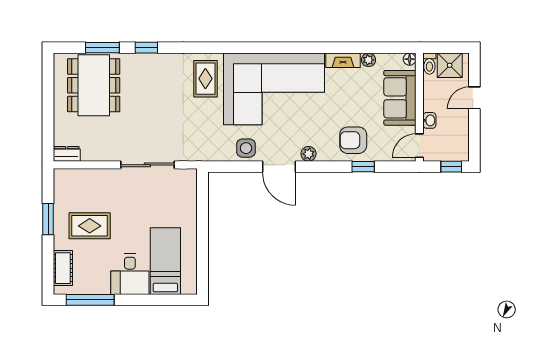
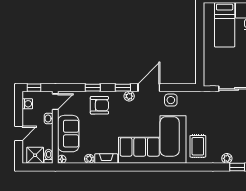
plant: (162, 61) -> (227, 158), added
washing machine: (461, 142) -> (27, 104), added
door: (279, 167) -> (149, 88), hinge flipped
window: (318, 167) -> (123, 88), added

